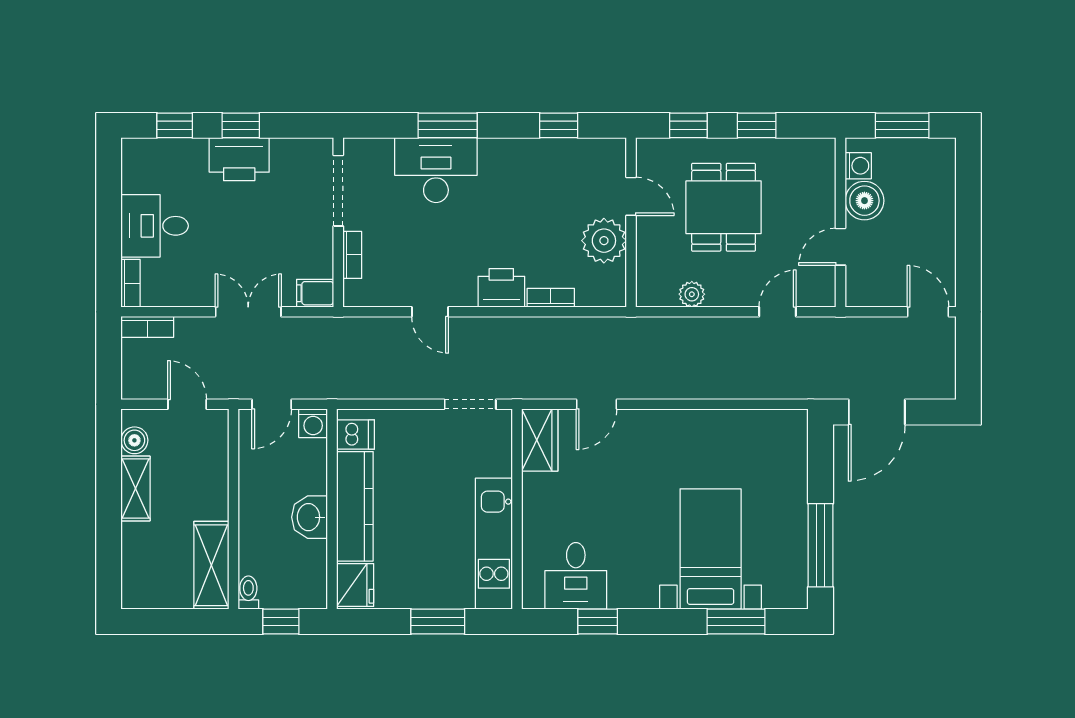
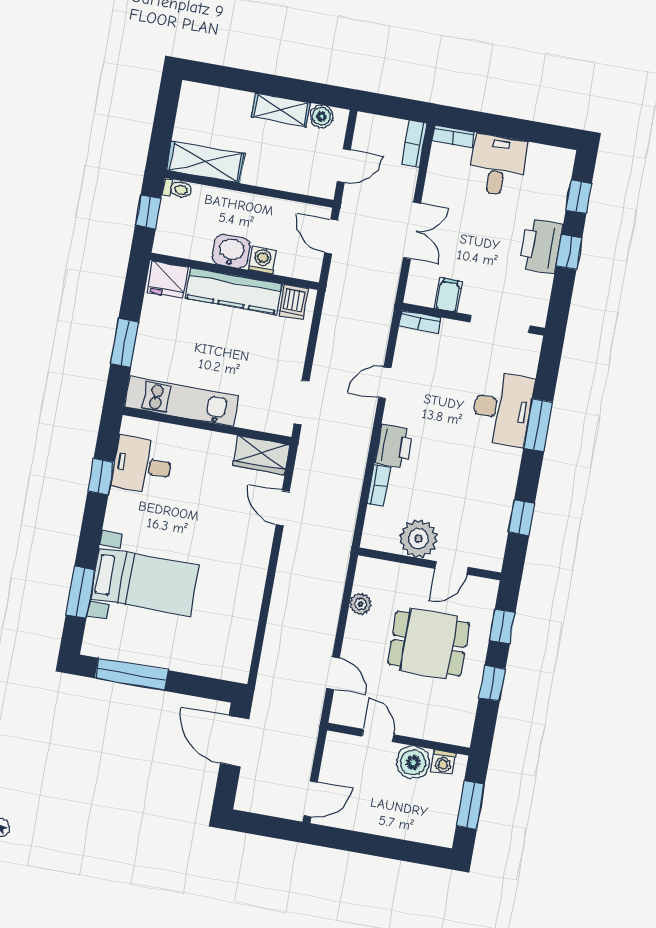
bookcase: (352, 255) -> (420, 322), moved
filing cabinet: (315, 293) -> (448, 295), moved
washing machine: (313, 423) -> (262, 260), moved, turned 90

